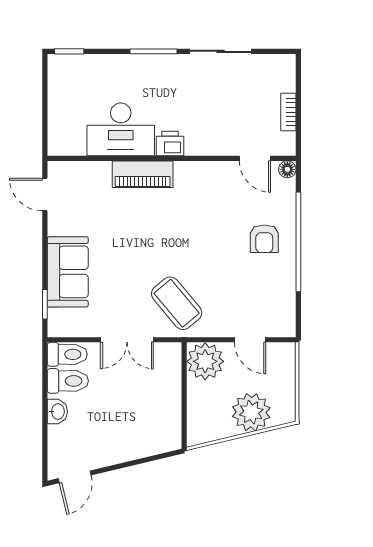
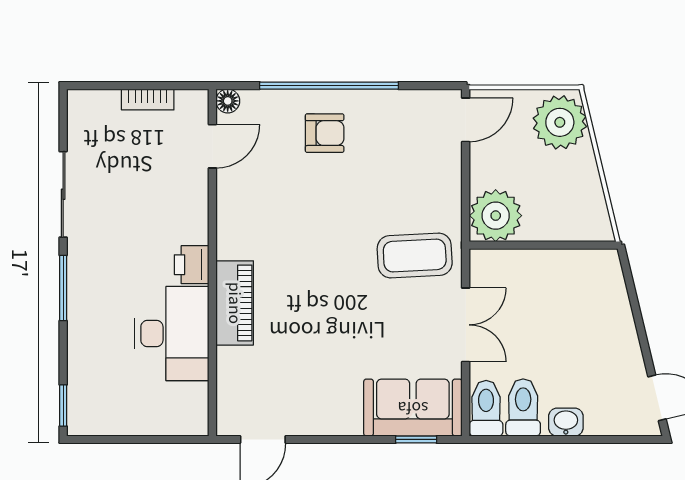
sofa: (68, 272) -> (413, 408), moved
coffee table: (177, 303) -> (415, 256), turned 37
door: (250, 340) -> (466, 120), moved
plant: (251, 412) -> (560, 122), moved

